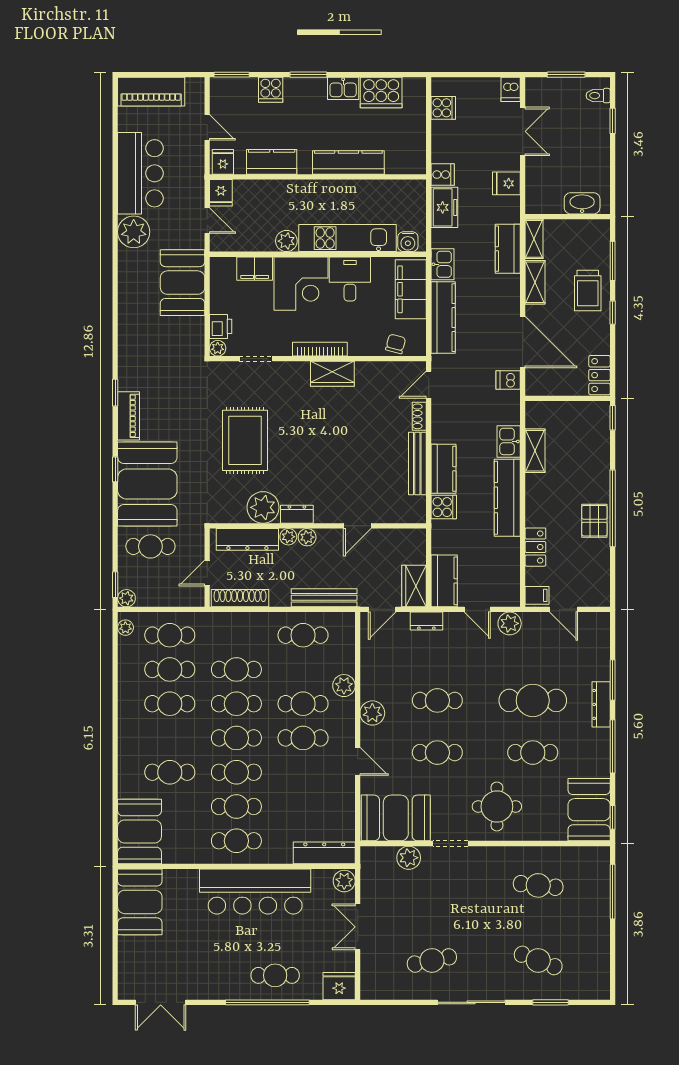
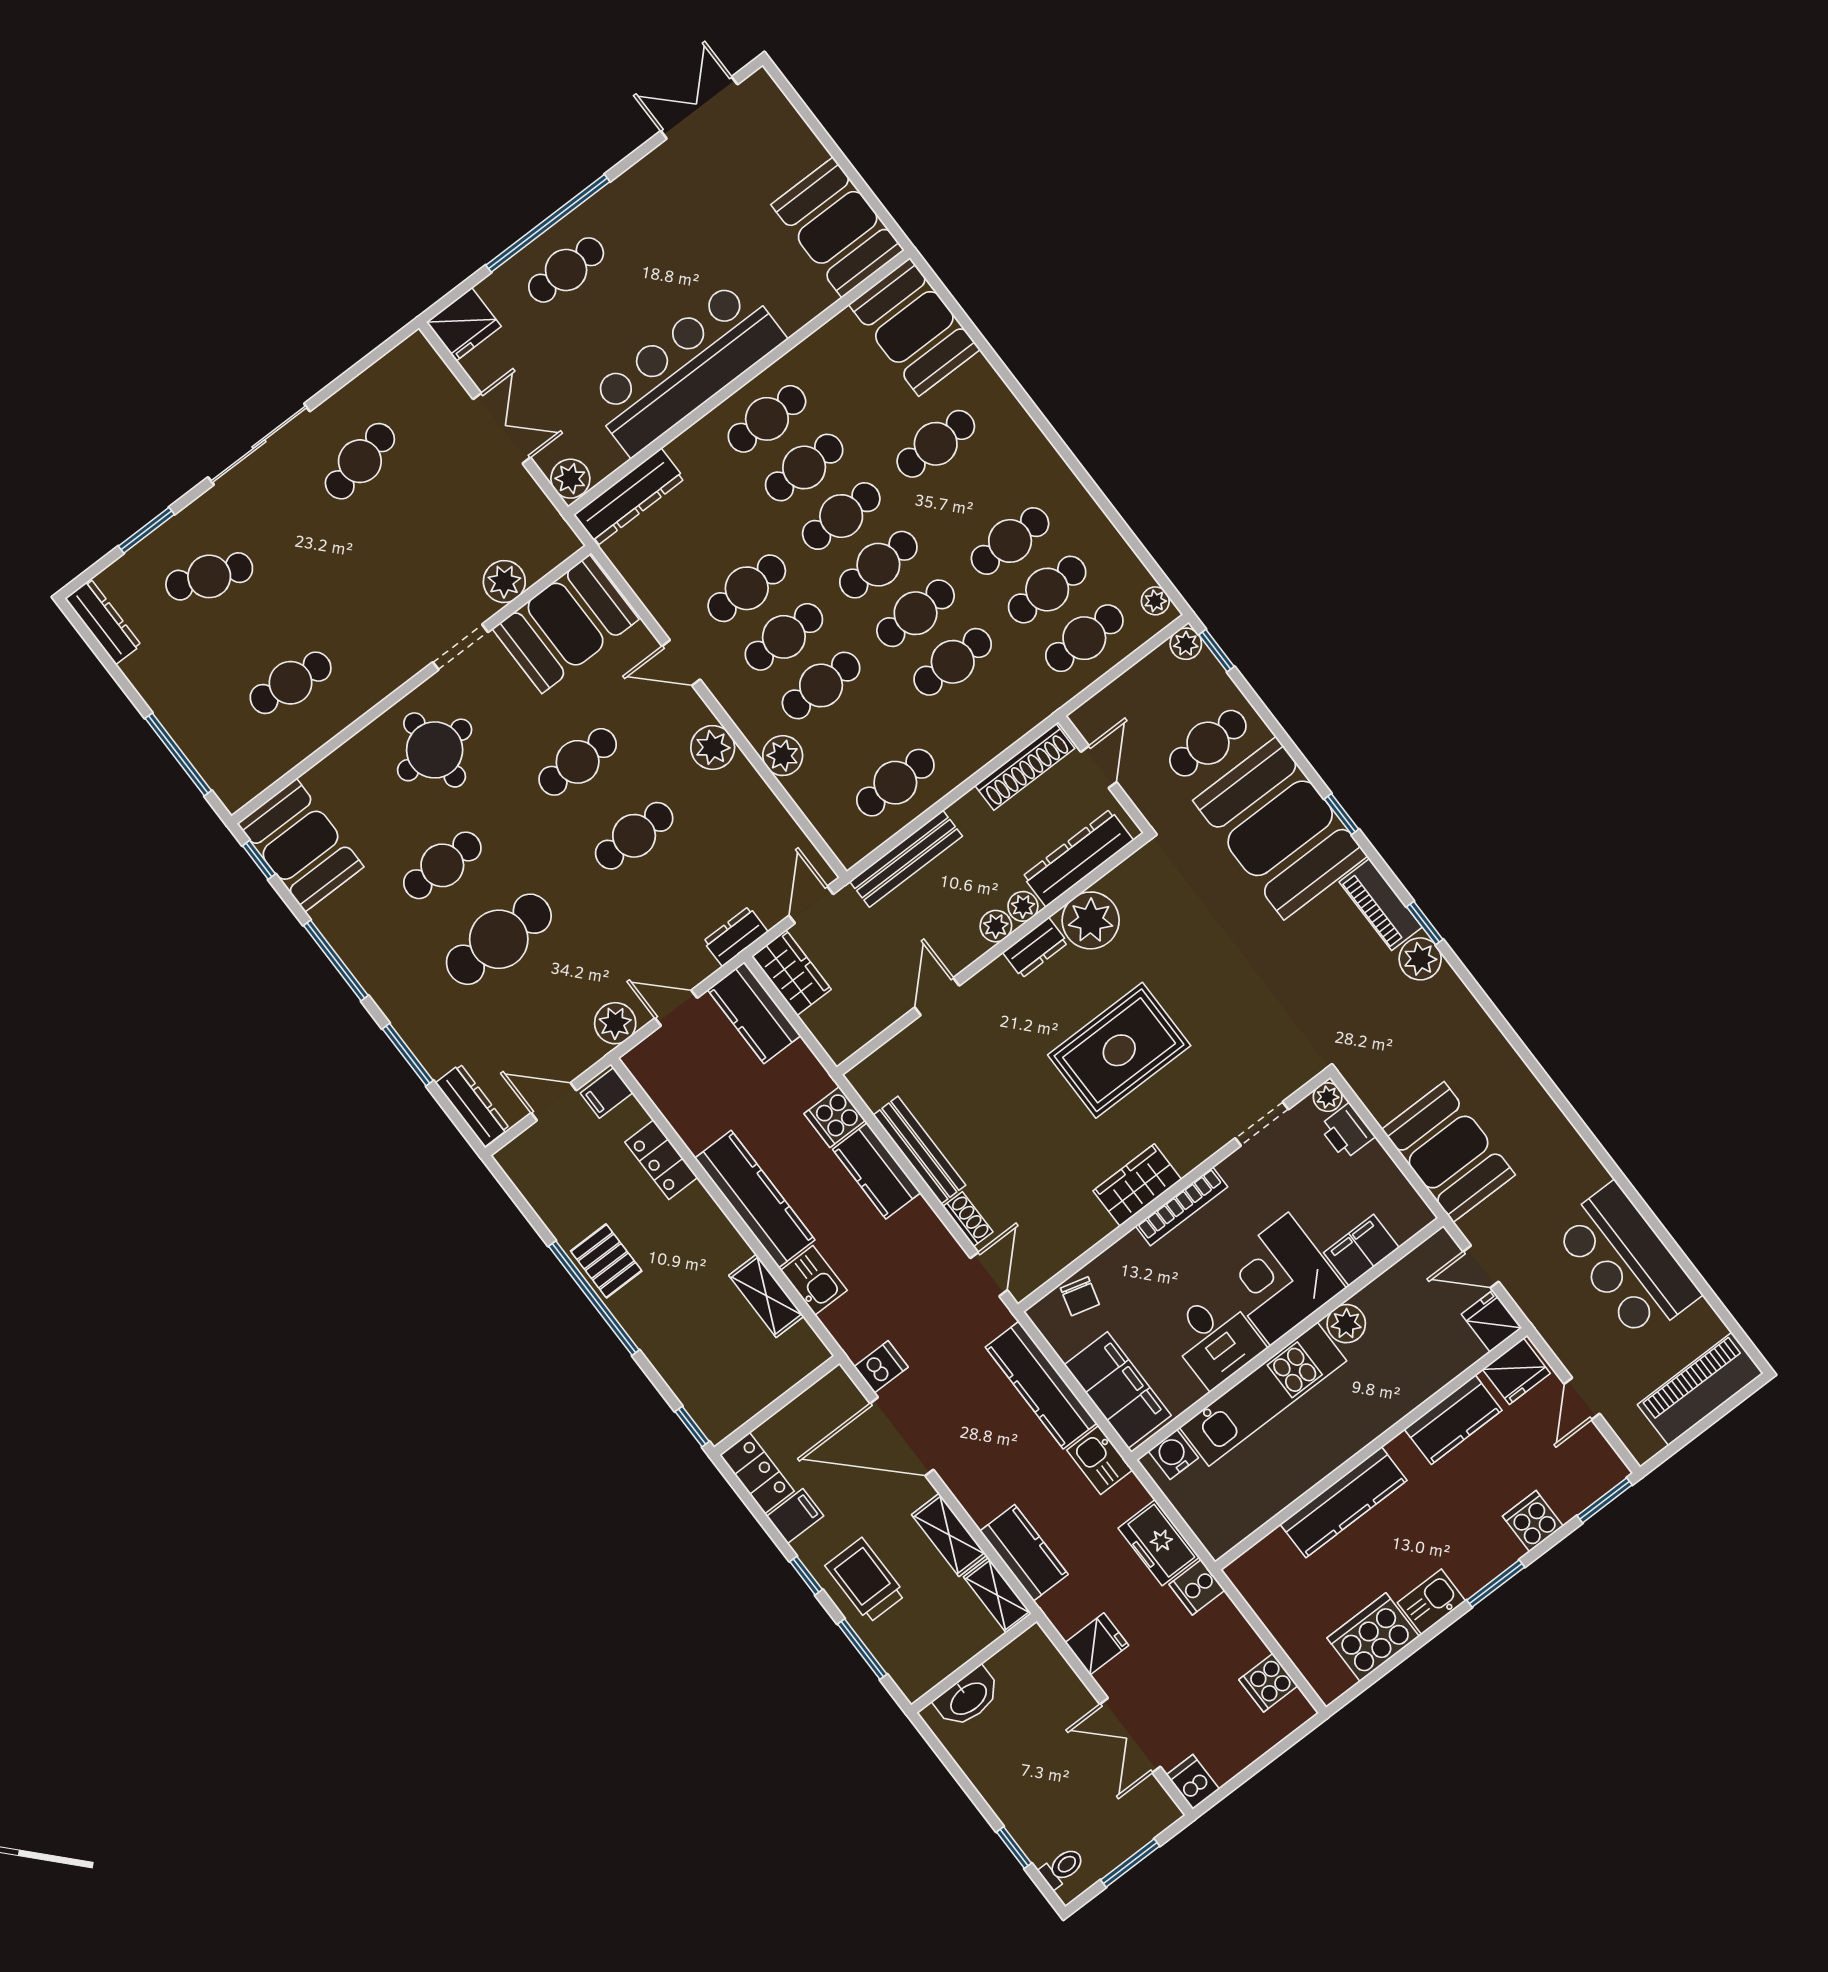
door: (207, 127) -> (1582, 1399), hinge flipped
fridge: (223, 162) -> (1516, 1371), width x1.38
plant: (134, 232) -> (1420, 959), moved, width x0.73, depth x0.73
filing cabinet: (597, 343) -> (795, 1516), added
rug: (245, 440) -> (1119, 1050), moved, turned 90
dresser: (601, 704) -> (472, 1105), moved
cafe table: (303, 772) -> (747, 588), added
dresser: (601, 976) -> (103, 622), added

